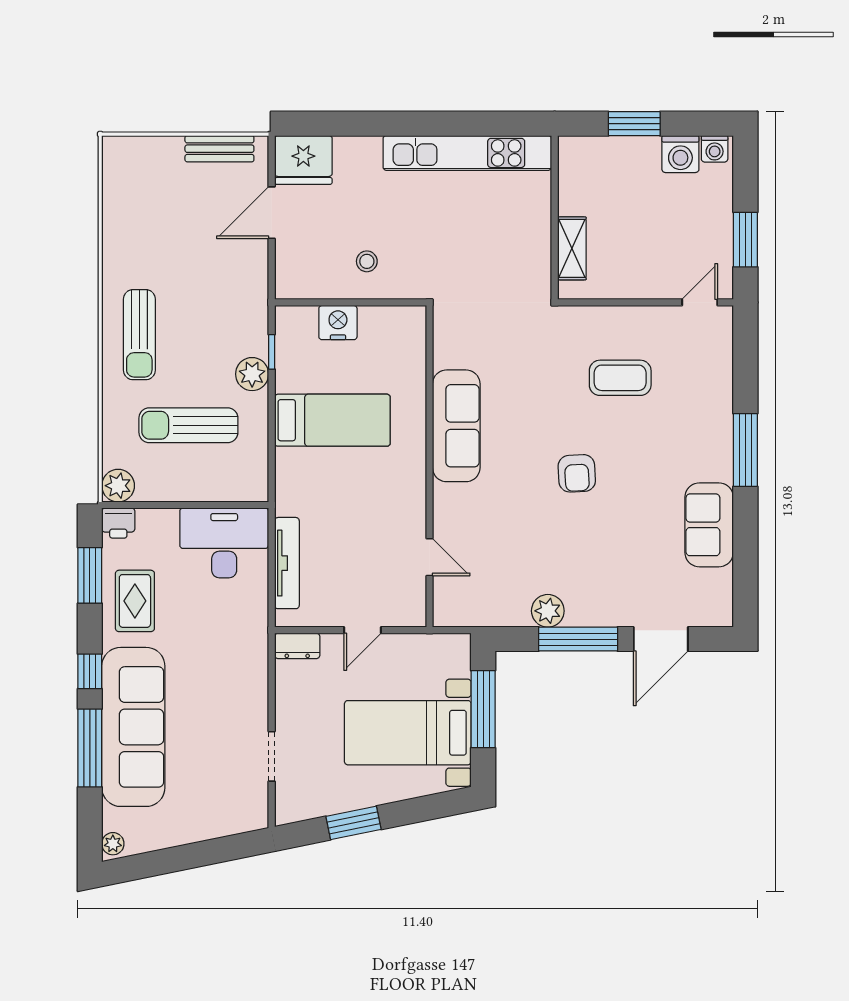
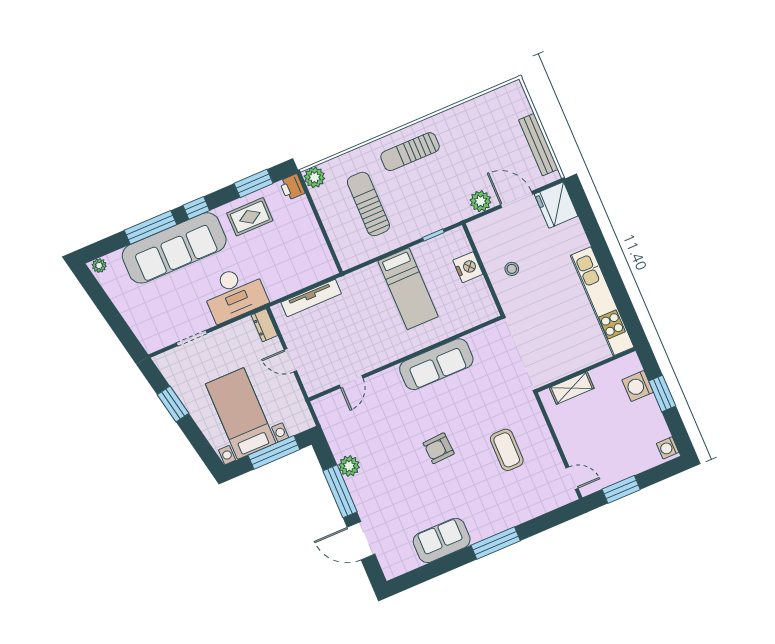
bench: (219, 149) -> (538, 145), width x1.36
washing machine: (680, 154) -> (638, 386), moved
plant: (252, 374) -> (481, 201), moved
desk: (224, 543) -> (234, 293), moved, turned 90

